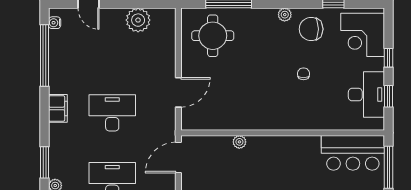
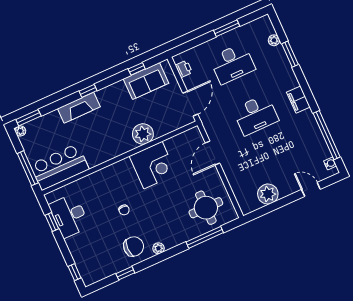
corner desk: (363, 35) -> (153, 165), moved, turned 90
window: (389, 58) -> (75, 272), moved
plant: (239, 142) -> (143, 134), width x1.87, depth x1.87

